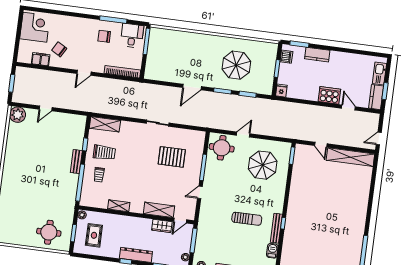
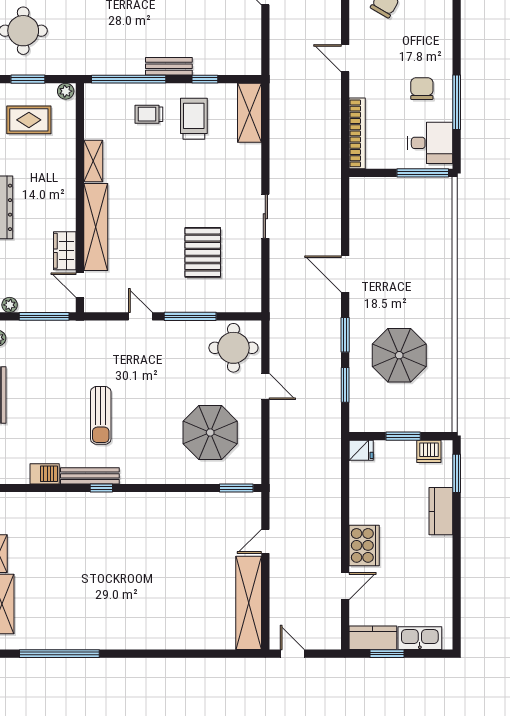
trolley: (104, 153) -> (194, 119), turned 180
shelving: (159, 210) -> (96, 227), width x1.47

